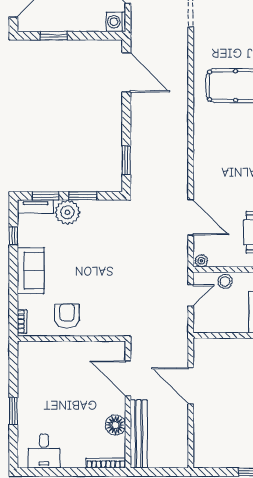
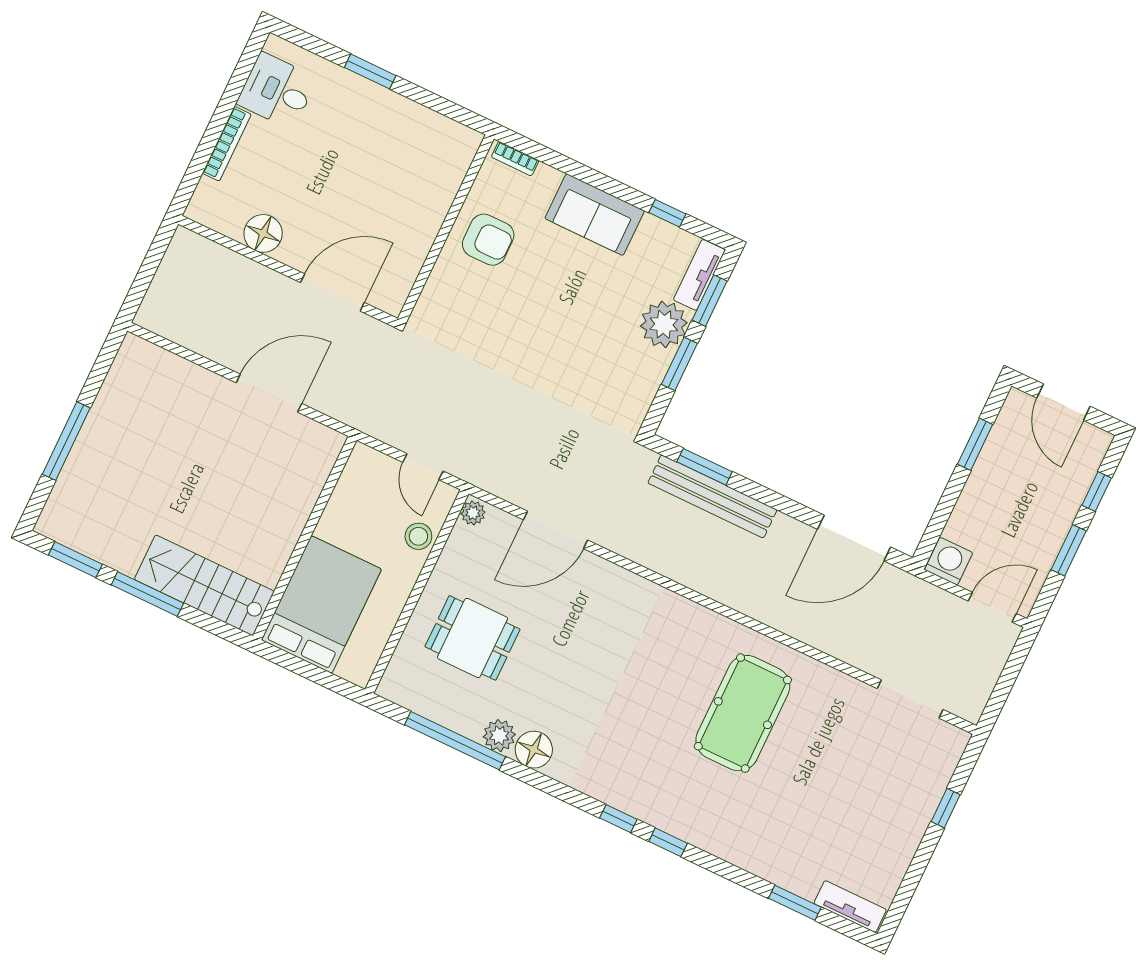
bench: (139, 434) -> (712, 496), moved
bookcase: (106, 463) -> (227, 144), moved

